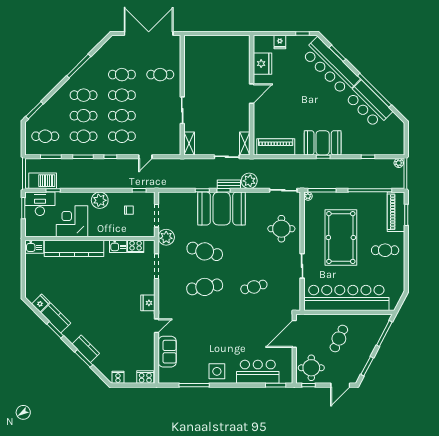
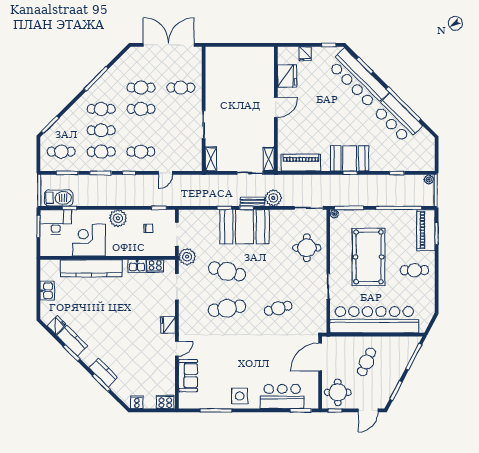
cafe table: (122, 116) -> (141, 130), removed
kitchen sink: (34, 247) -> (47, 291), moved, turned -90

